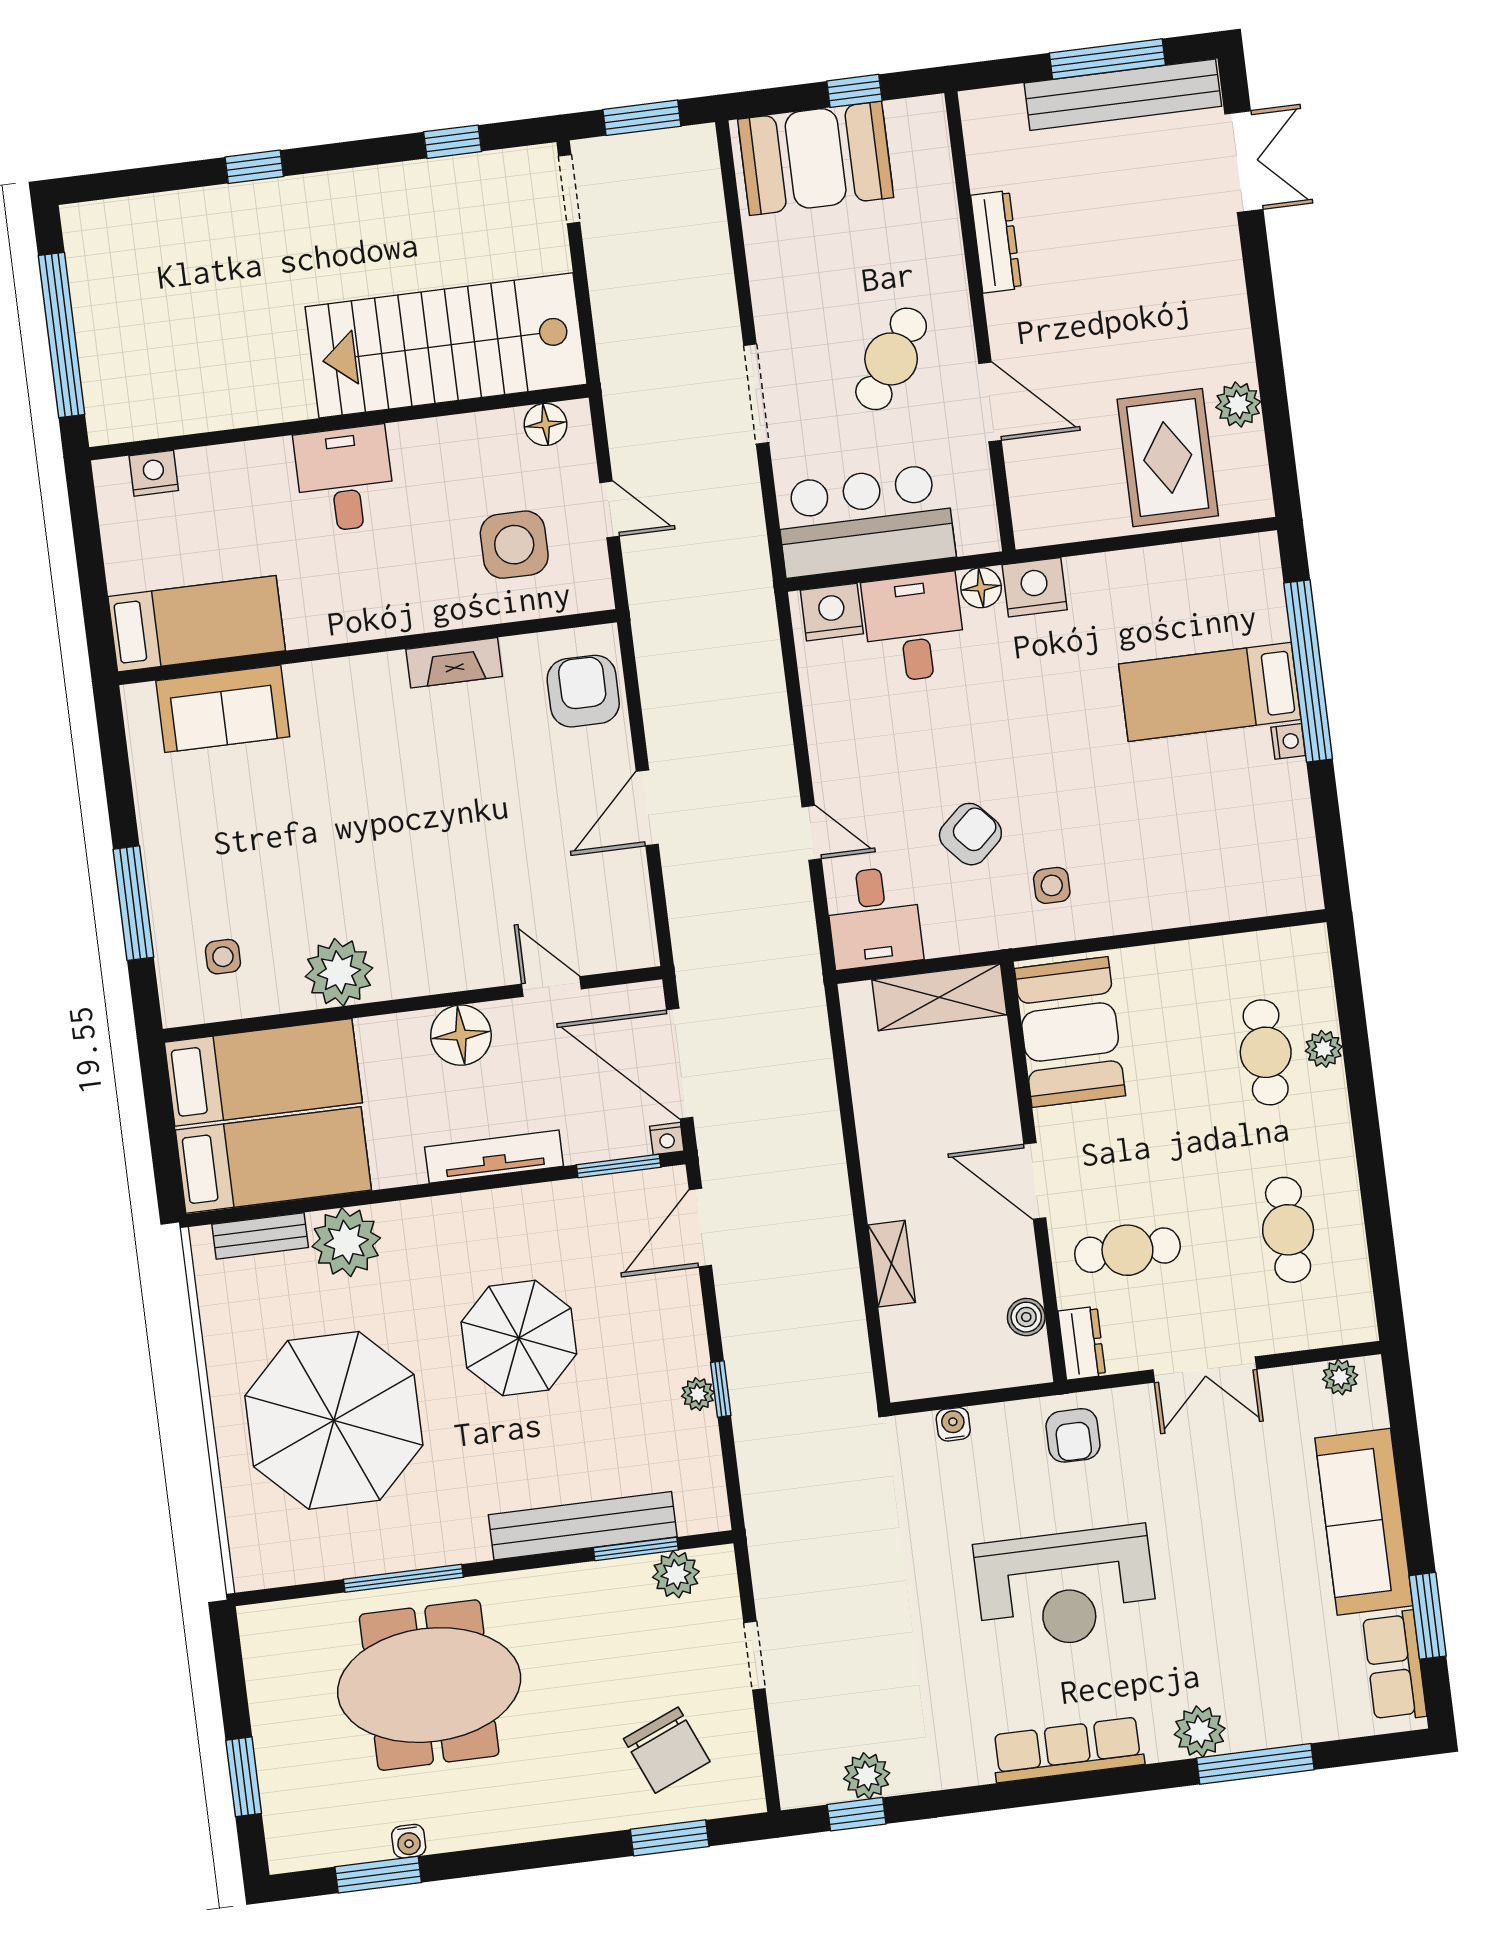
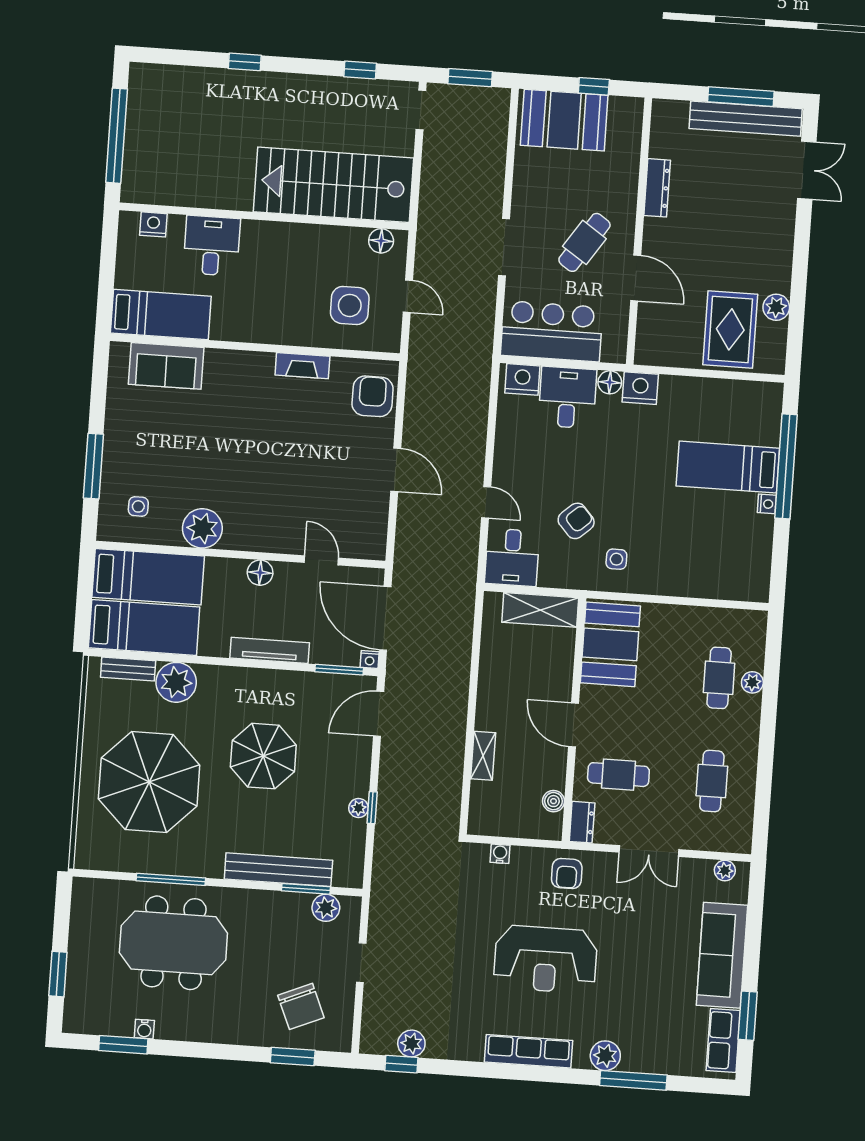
desk: (345, 479) -> (212, 246), moved
door: (647, 808) -> (396, 470), swing flipped
floor lamp: (461, 1035) -> (260, 573), width x0.73, depth x0.73

